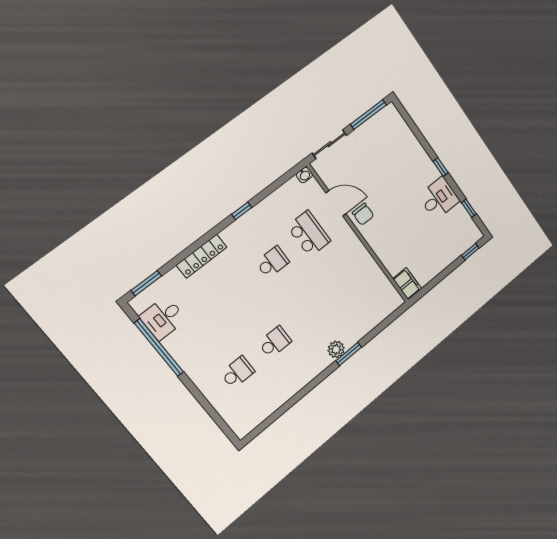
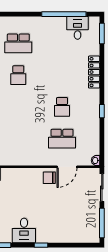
school desk: (238, 372) -> (18, 43), width x1.85

